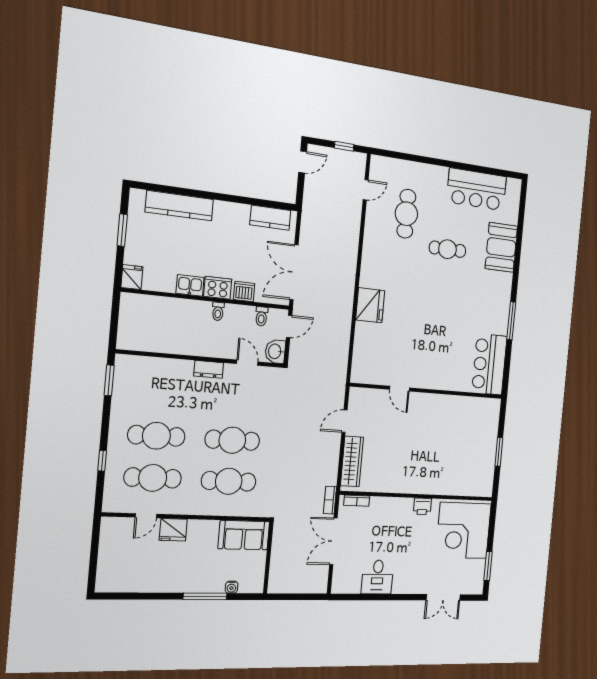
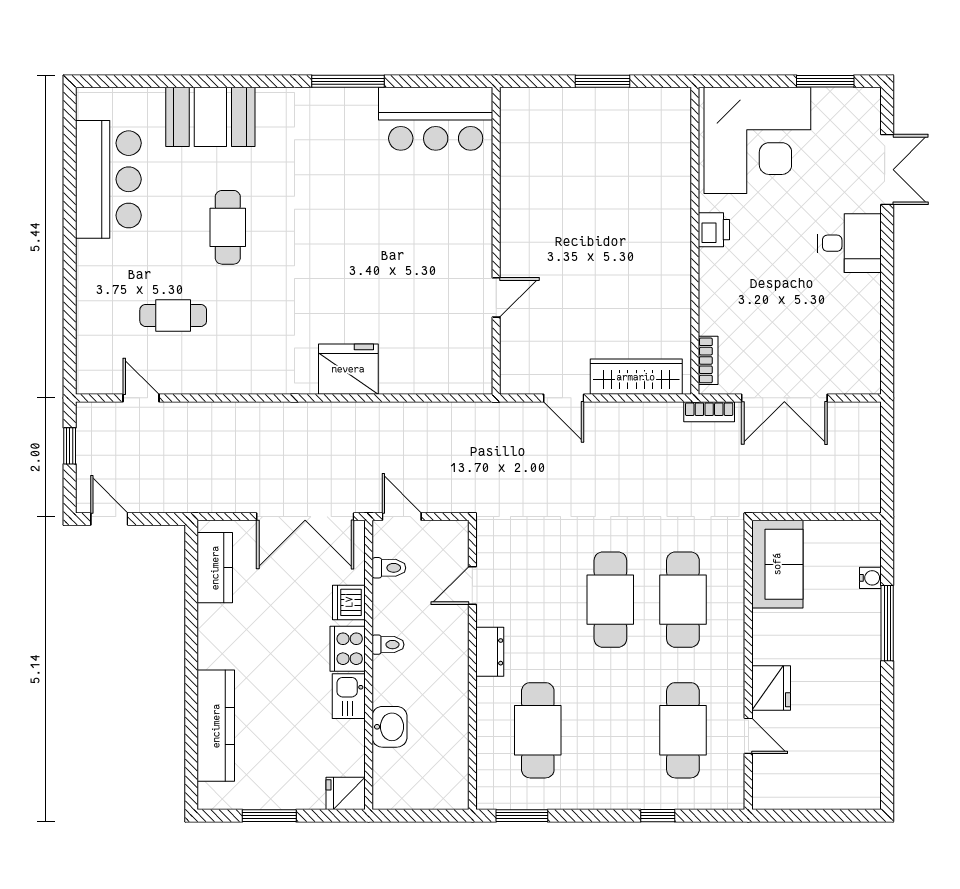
cafe table: (406, 214) -> (173, 315), width x0.73, depth x0.74
washbasin: (275, 351) -> (390, 727), moved, turned -90
cafe table: (156, 436) -> (538, 730), moved
desk: (377, 577) -> (849, 243), moved

